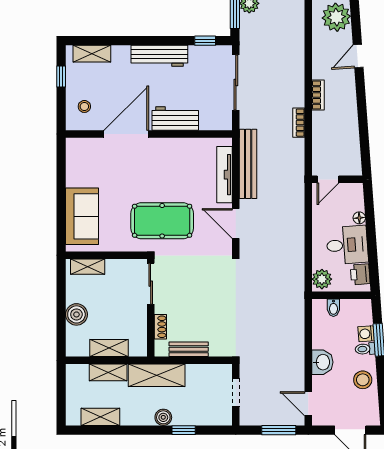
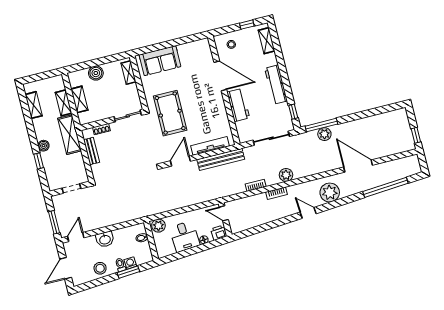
plant: (295, 74) -> (286, 175), added
printer: (360, 274) -> (219, 233), moved

